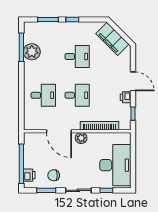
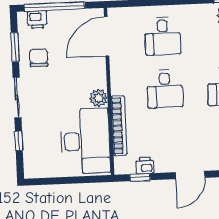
printer: (126, 97) -> (145, 165), moved
door: (59, 131) -> (107, 36), moved
desk: (115, 165) -> (85, 141), moved, turned -90

